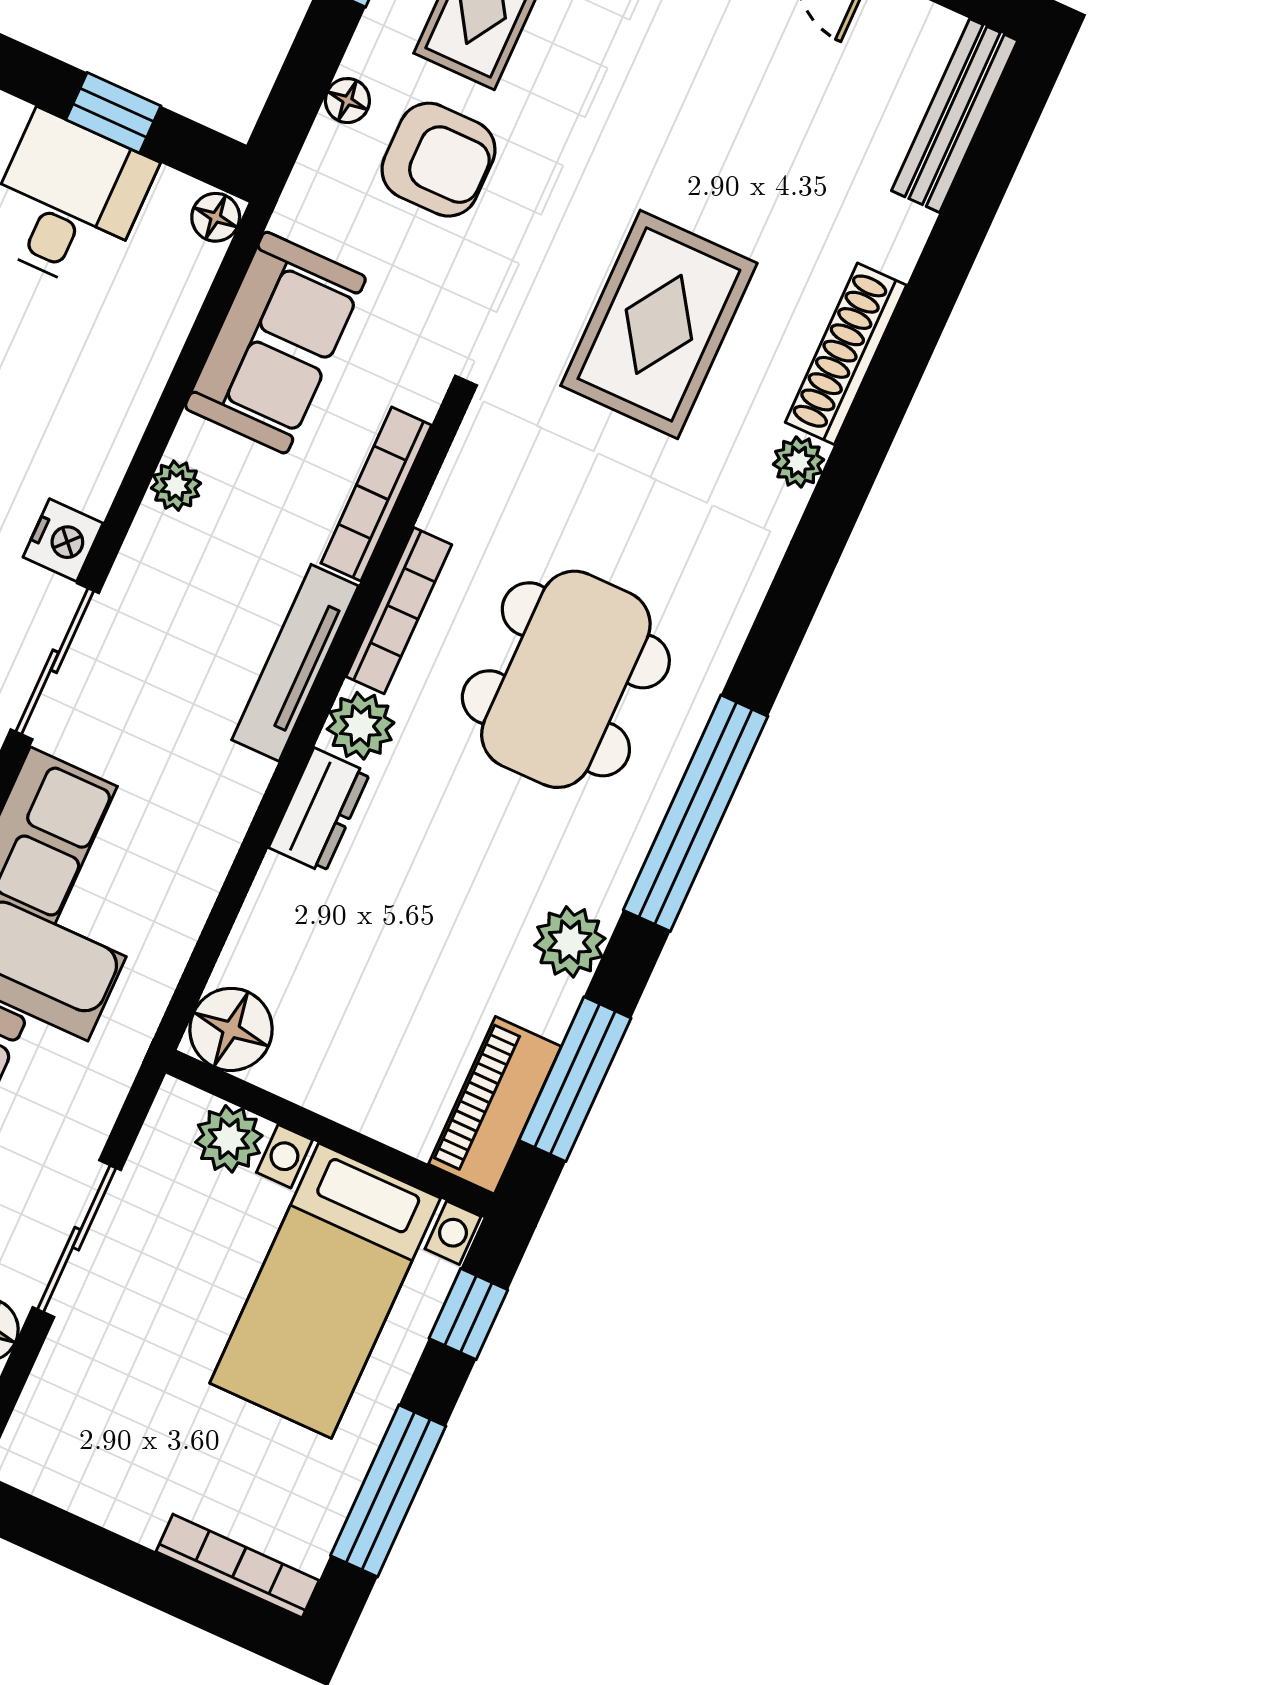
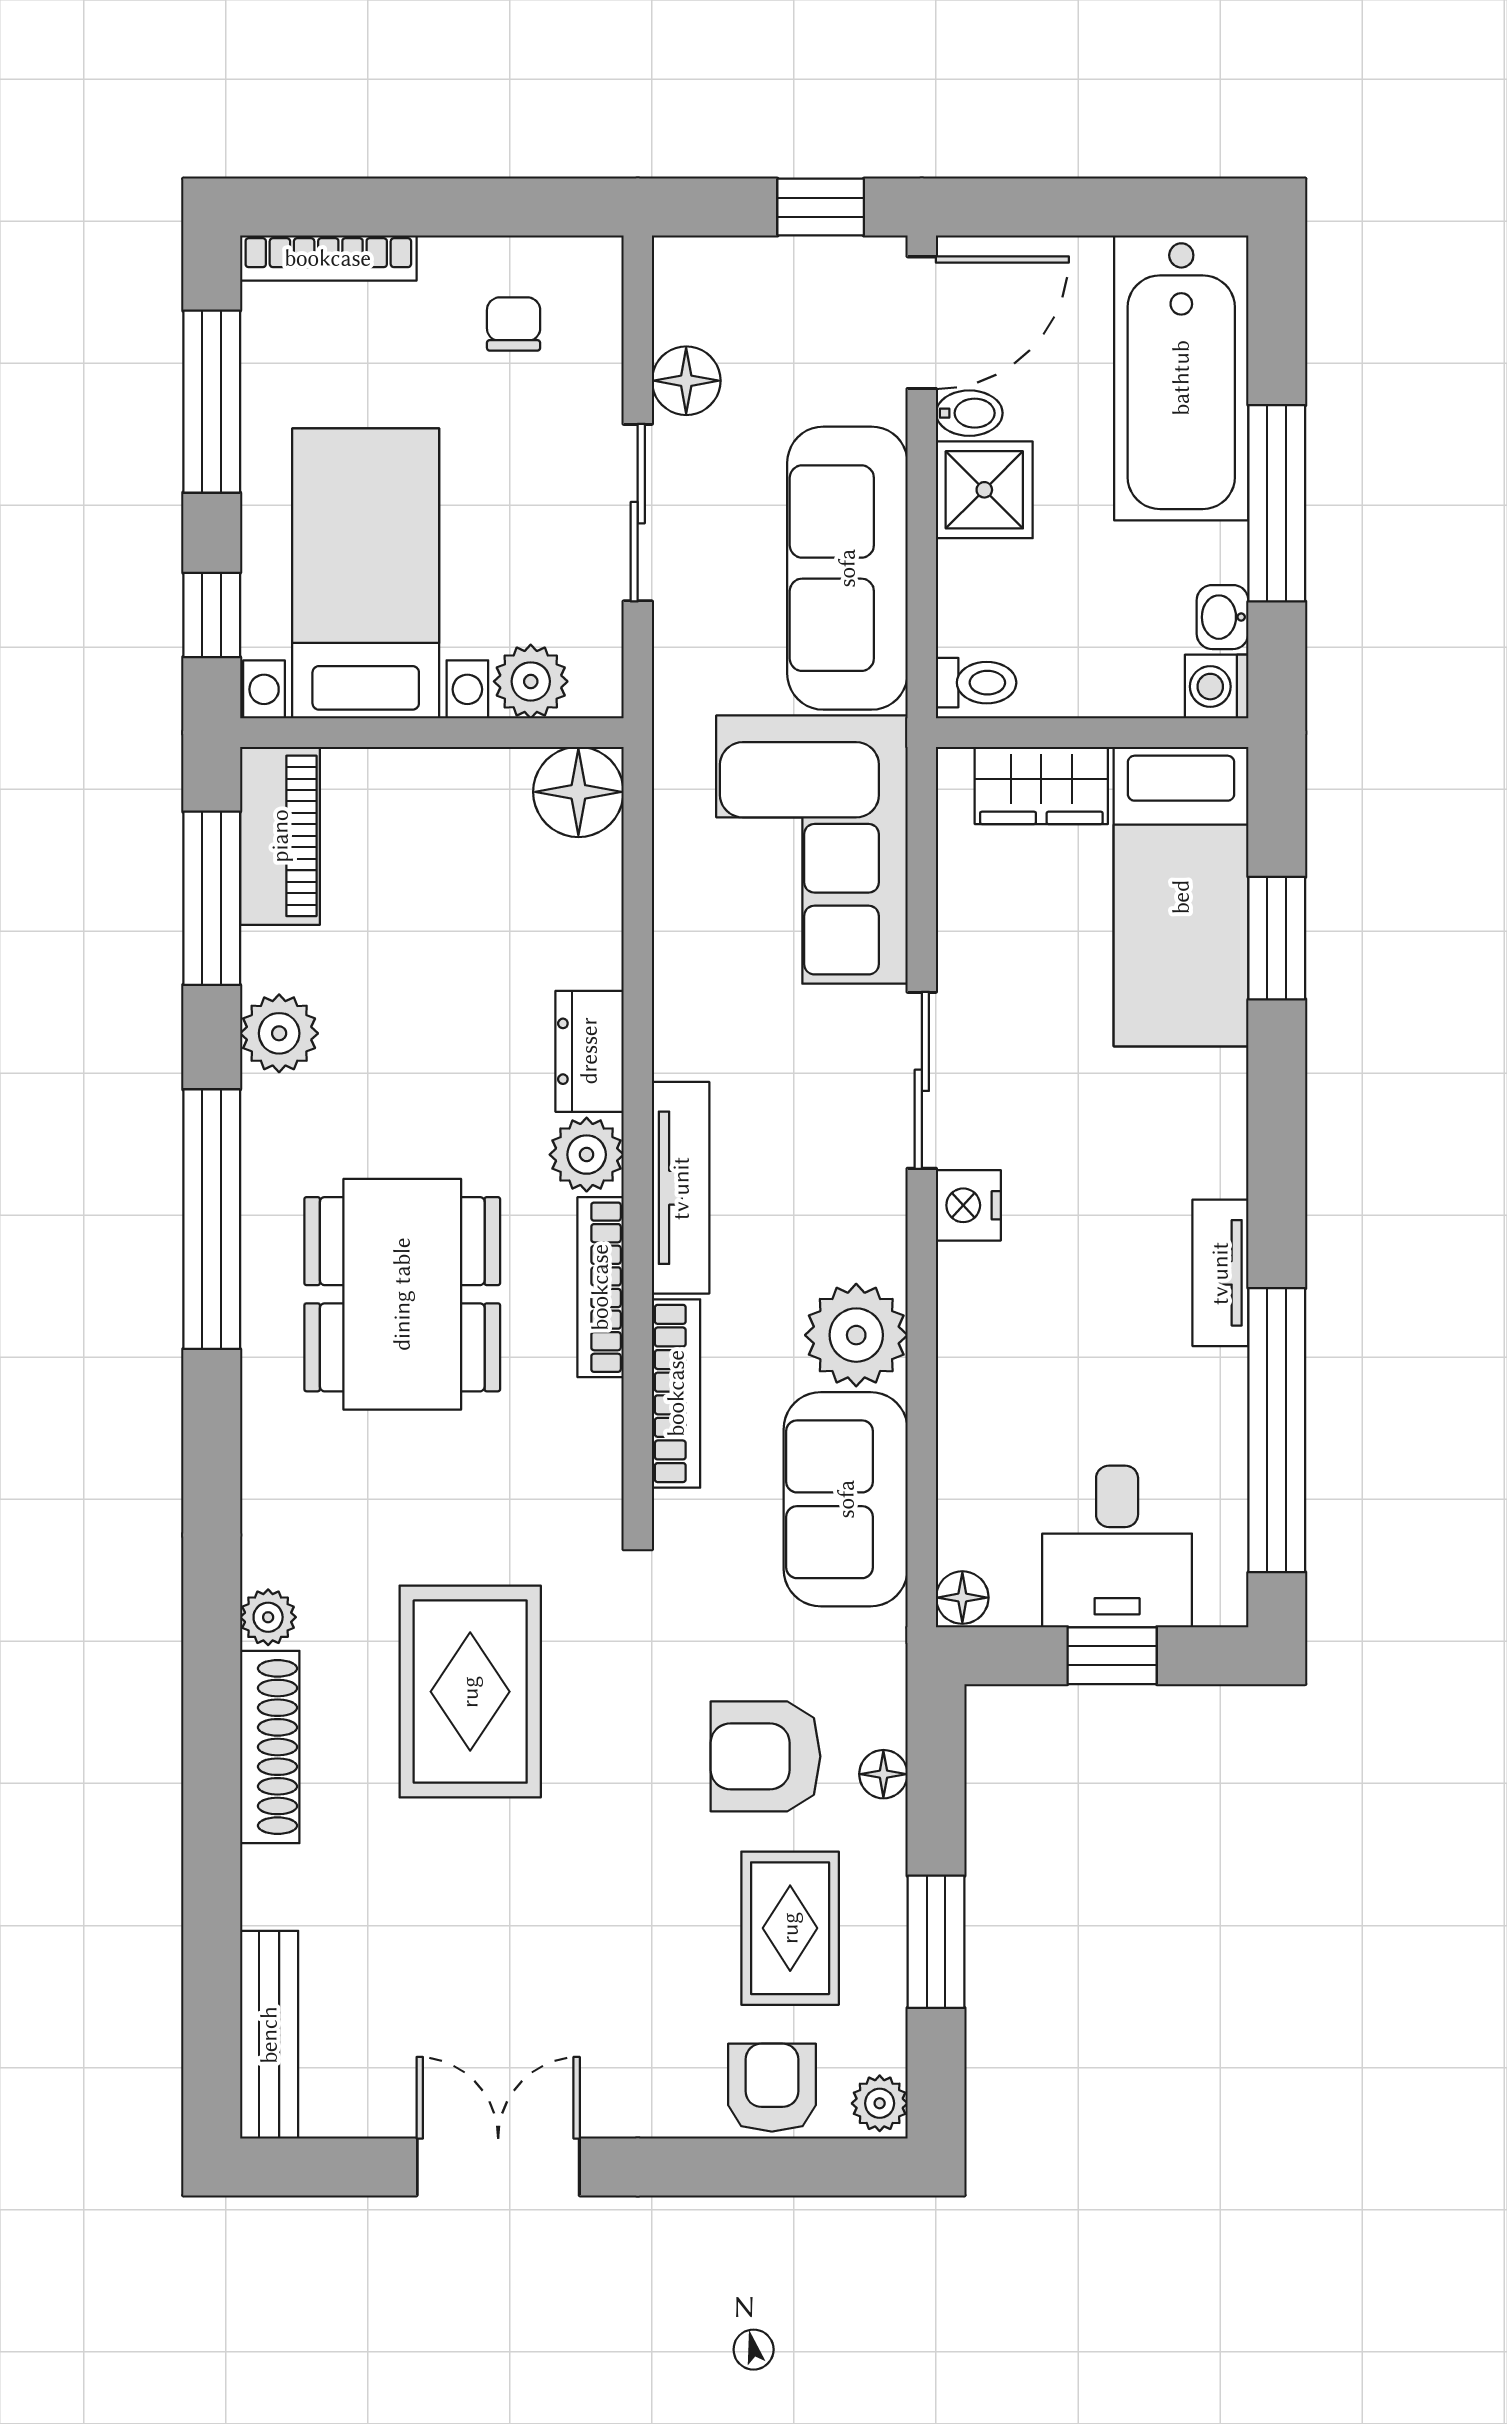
plant: (176, 486) -> (856, 1335), width x1.88, depth x1.88
chair: (109, 1442) -> (514, 324), added

